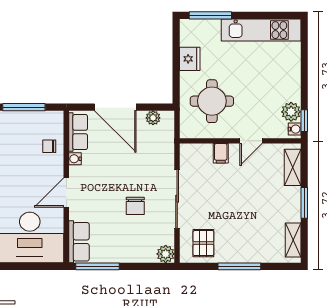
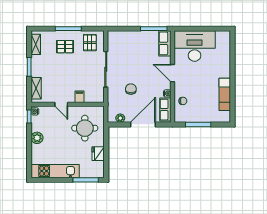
door: (115, 107) -> (143, 125), hinge flipped
plant: (291, 112) -> (37, 138), moved
door: (251, 141) -> (61, 104), swing flipped
door: (66, 193) -> (173, 73), swing flipped
chair: (135, 206) -> (131, 89), moved
pallet: (245, 237) -> (65, 47), added
plant: (166, 254) -> (113, 36), removed

